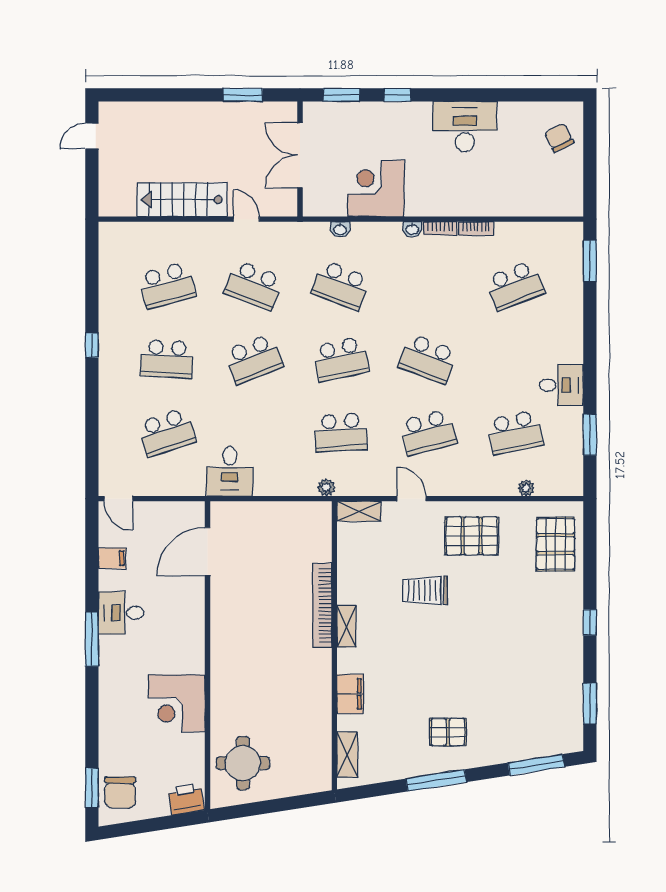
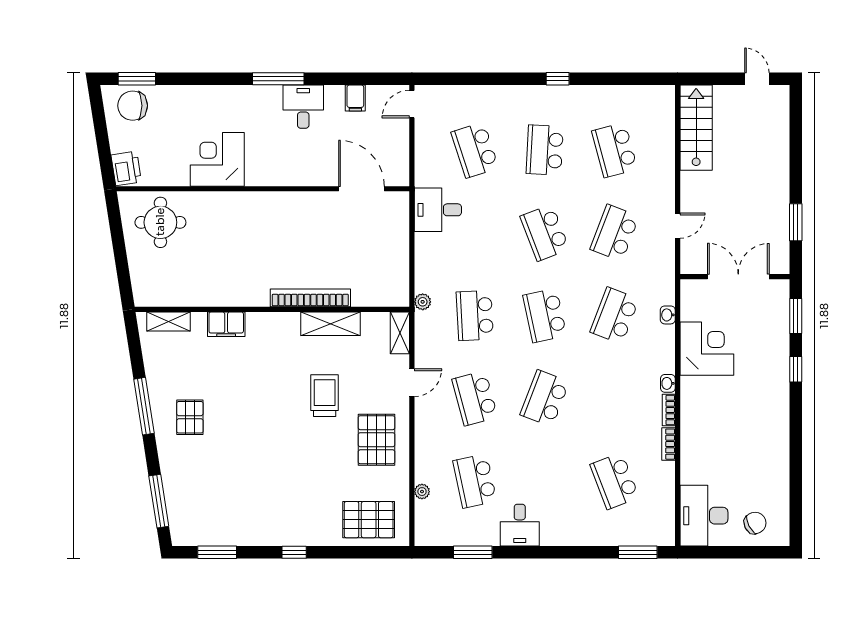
desk: (465, 126) -> (704, 516), moved, turned 180
stairs: (182, 200) -> (696, 128), moved
shelving: (346, 626) -> (330, 324), moved, width x1.50, depth x1.33

